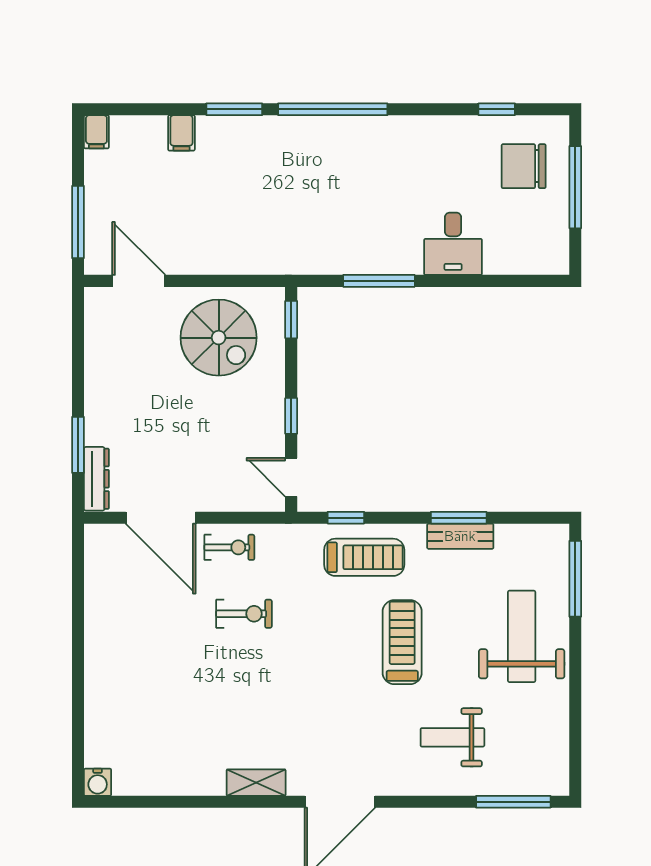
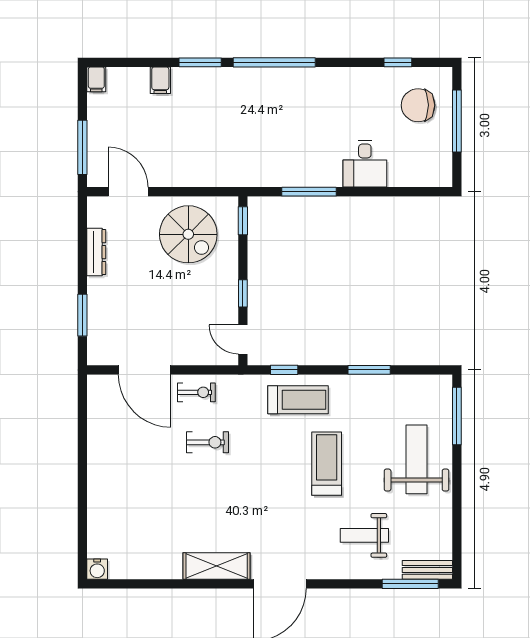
dresser: (96, 479) -> (96, 252), moved
bench: (460, 536) -> (427, 570), moved
shelving: (256, 783) -> (217, 566), width x1.50, depth x1.33

